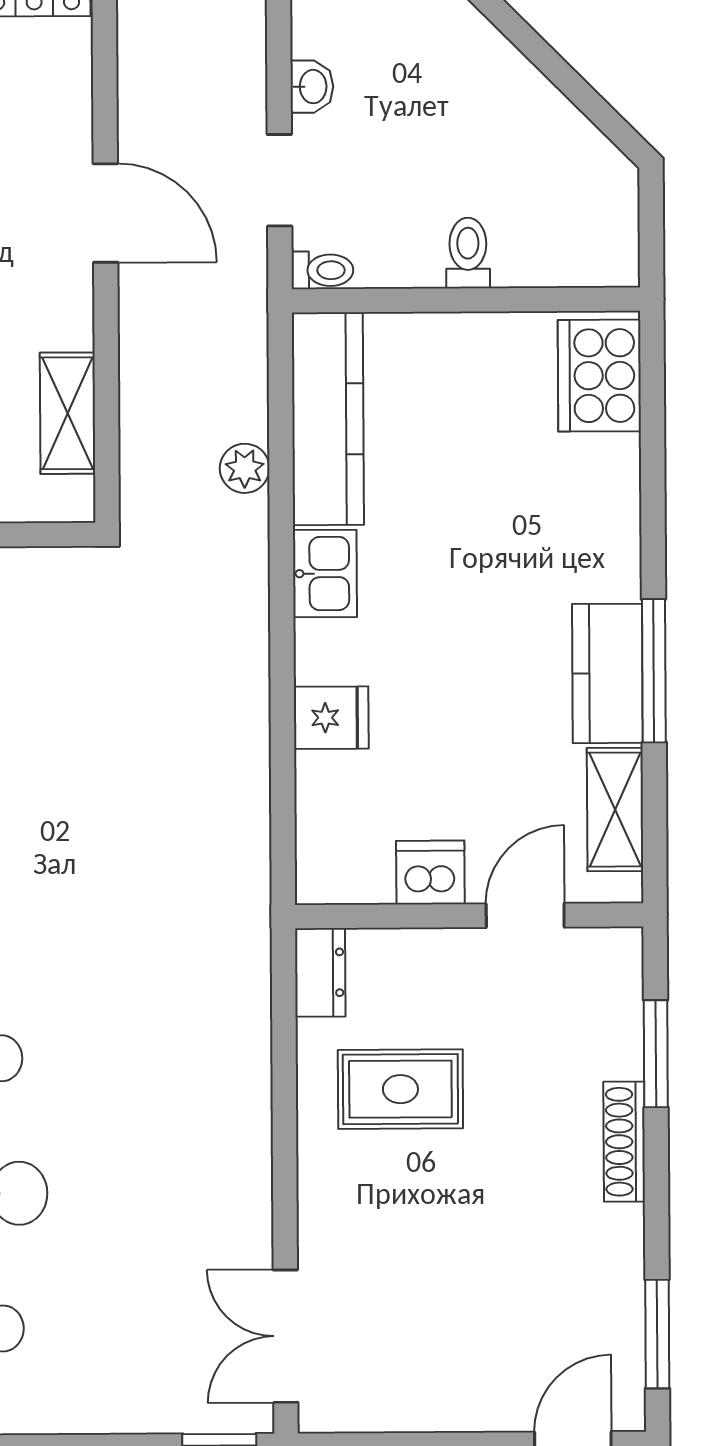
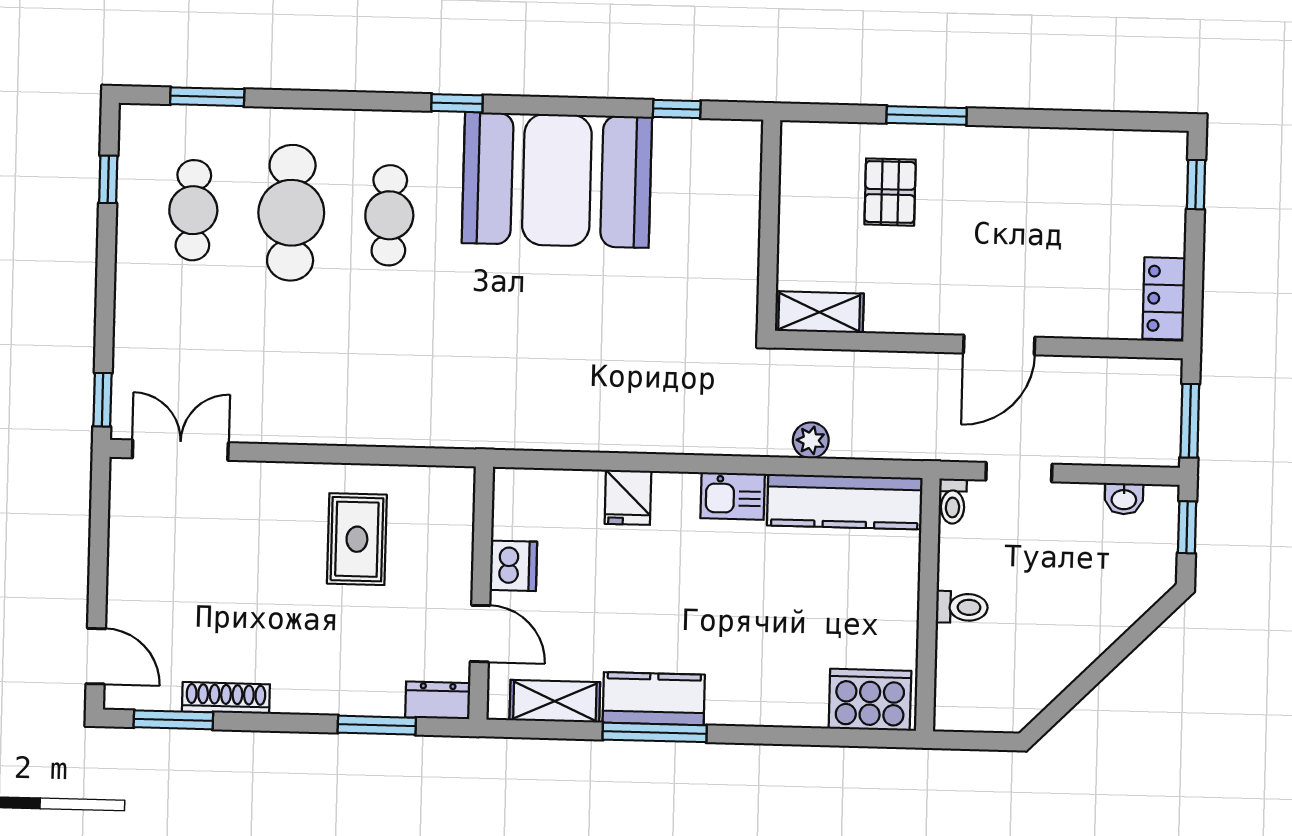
washbasin: (312, 87) -> (1124, 499), moved
shelving: (68, 413) -> (819, 312), moved
dresser: (320, 972) -> (438, 700), moved, turned 180
shoe rack: (624, 1142) -> (226, 698), moved

